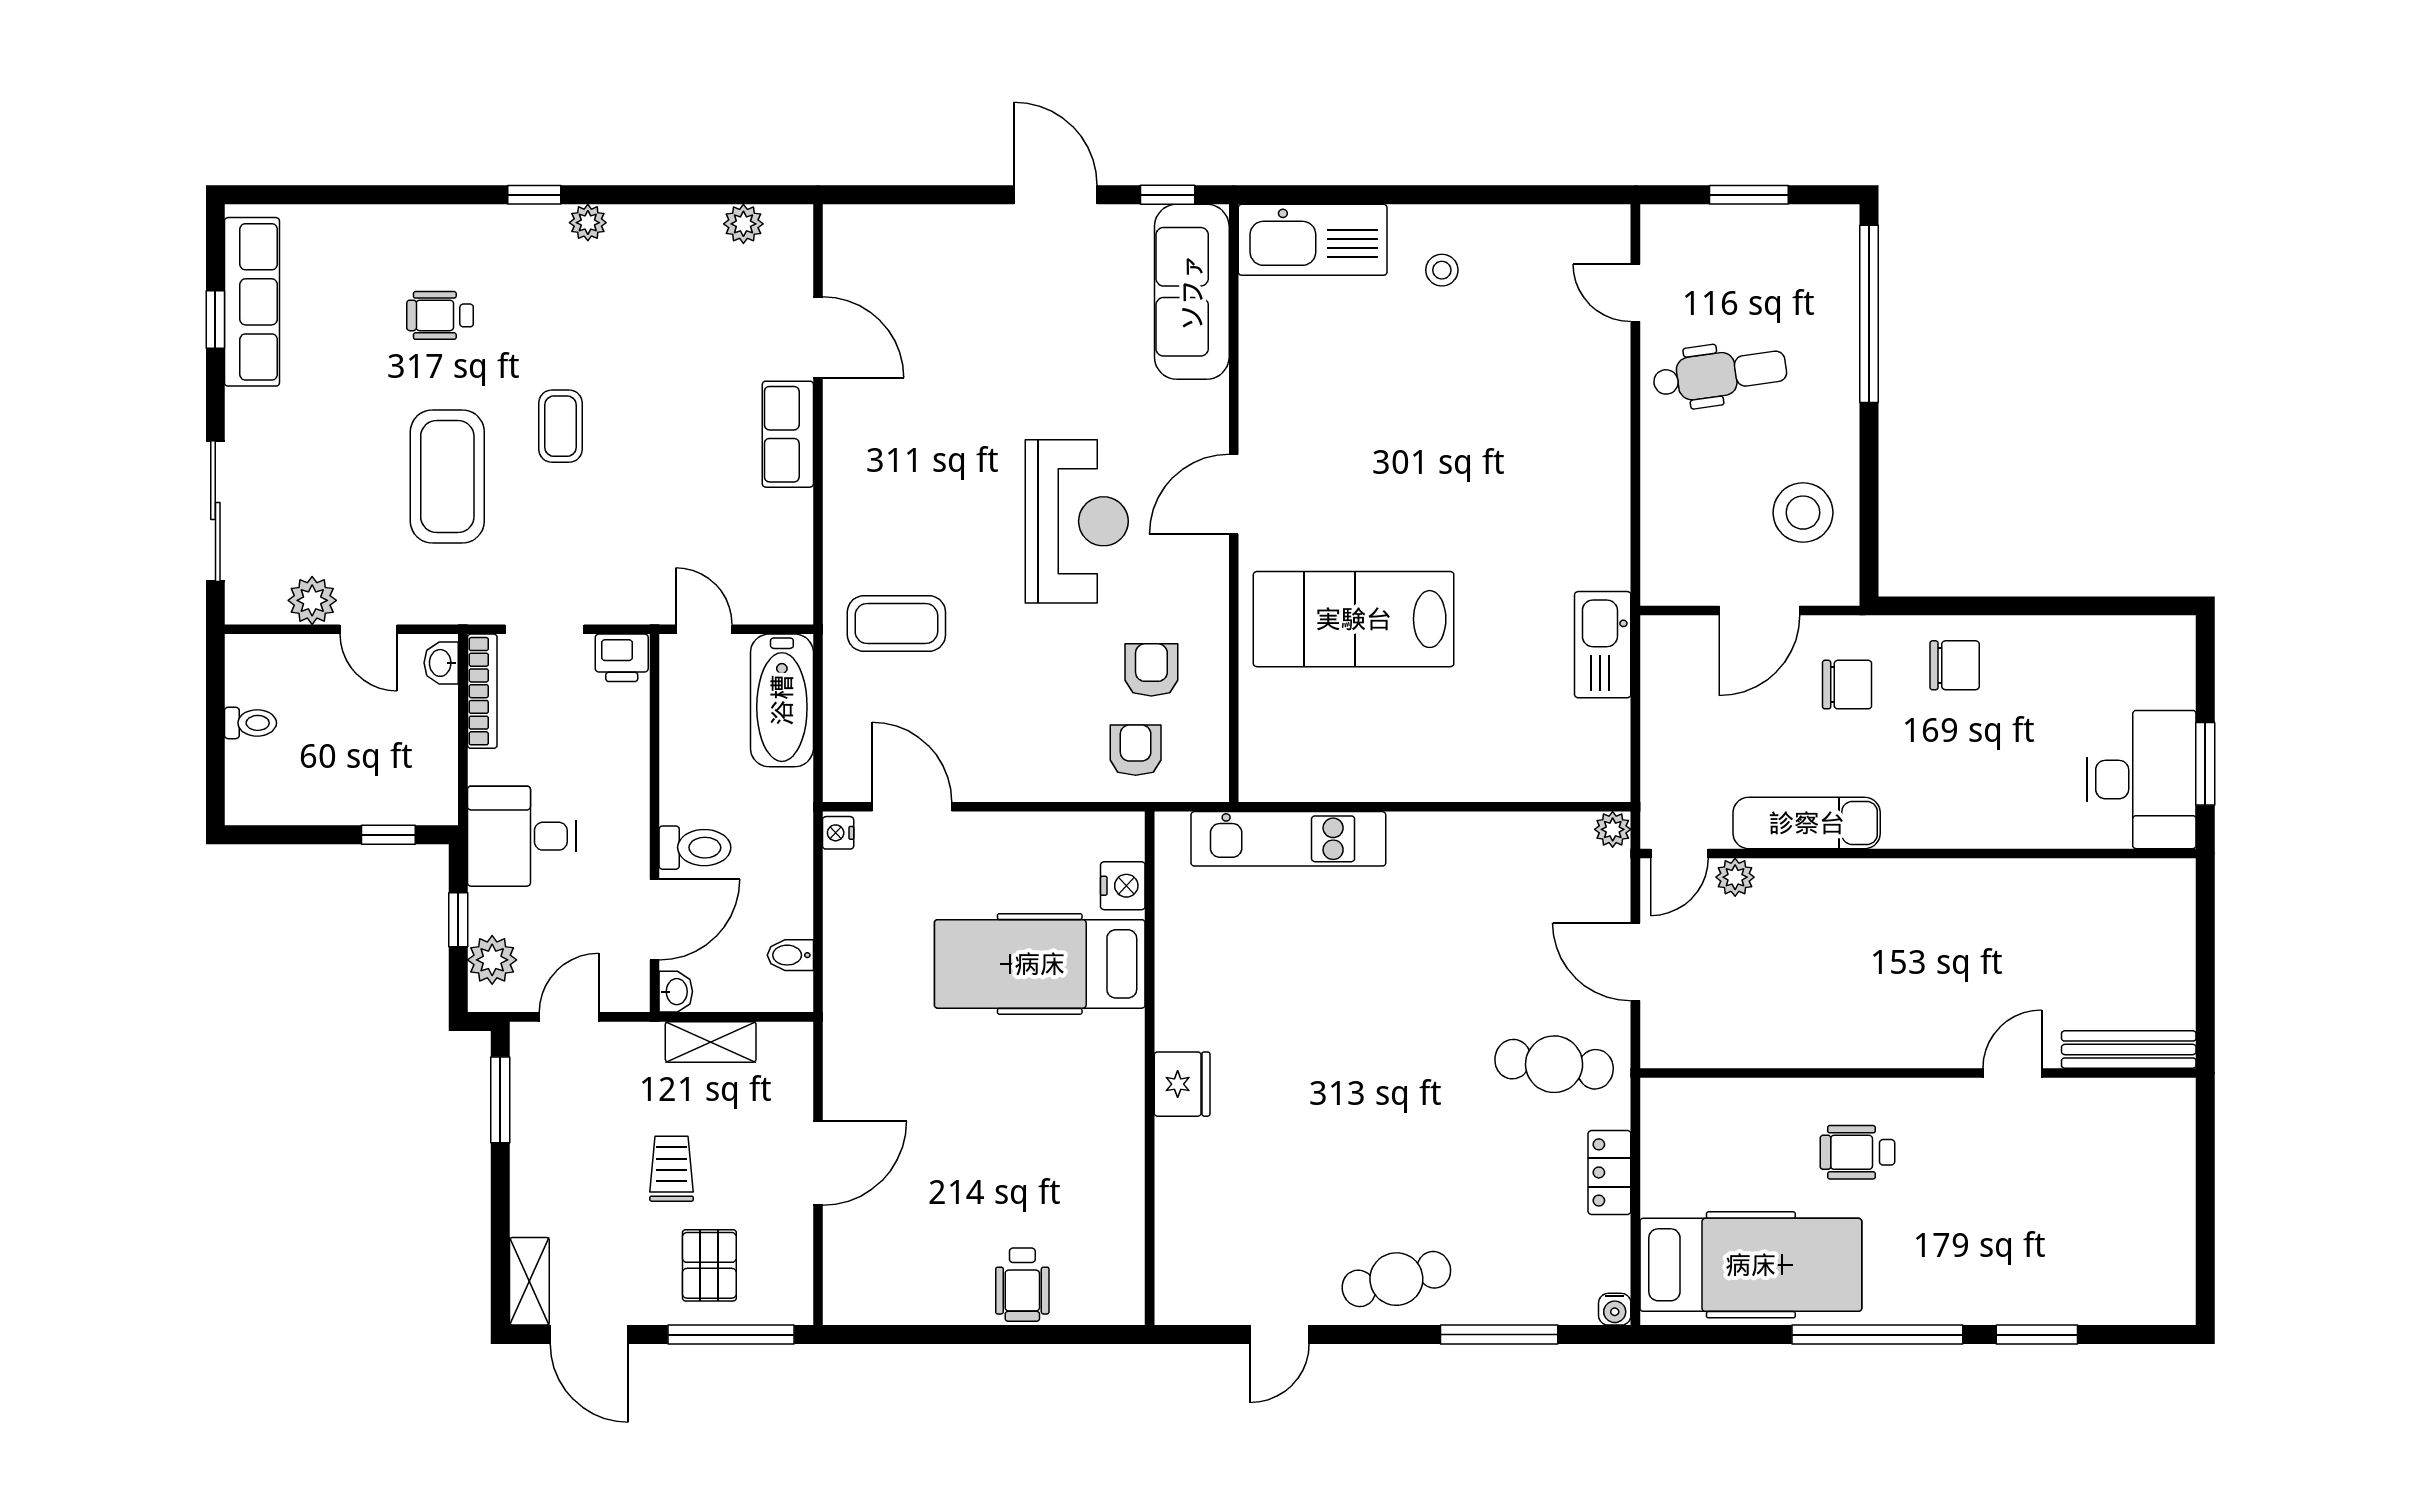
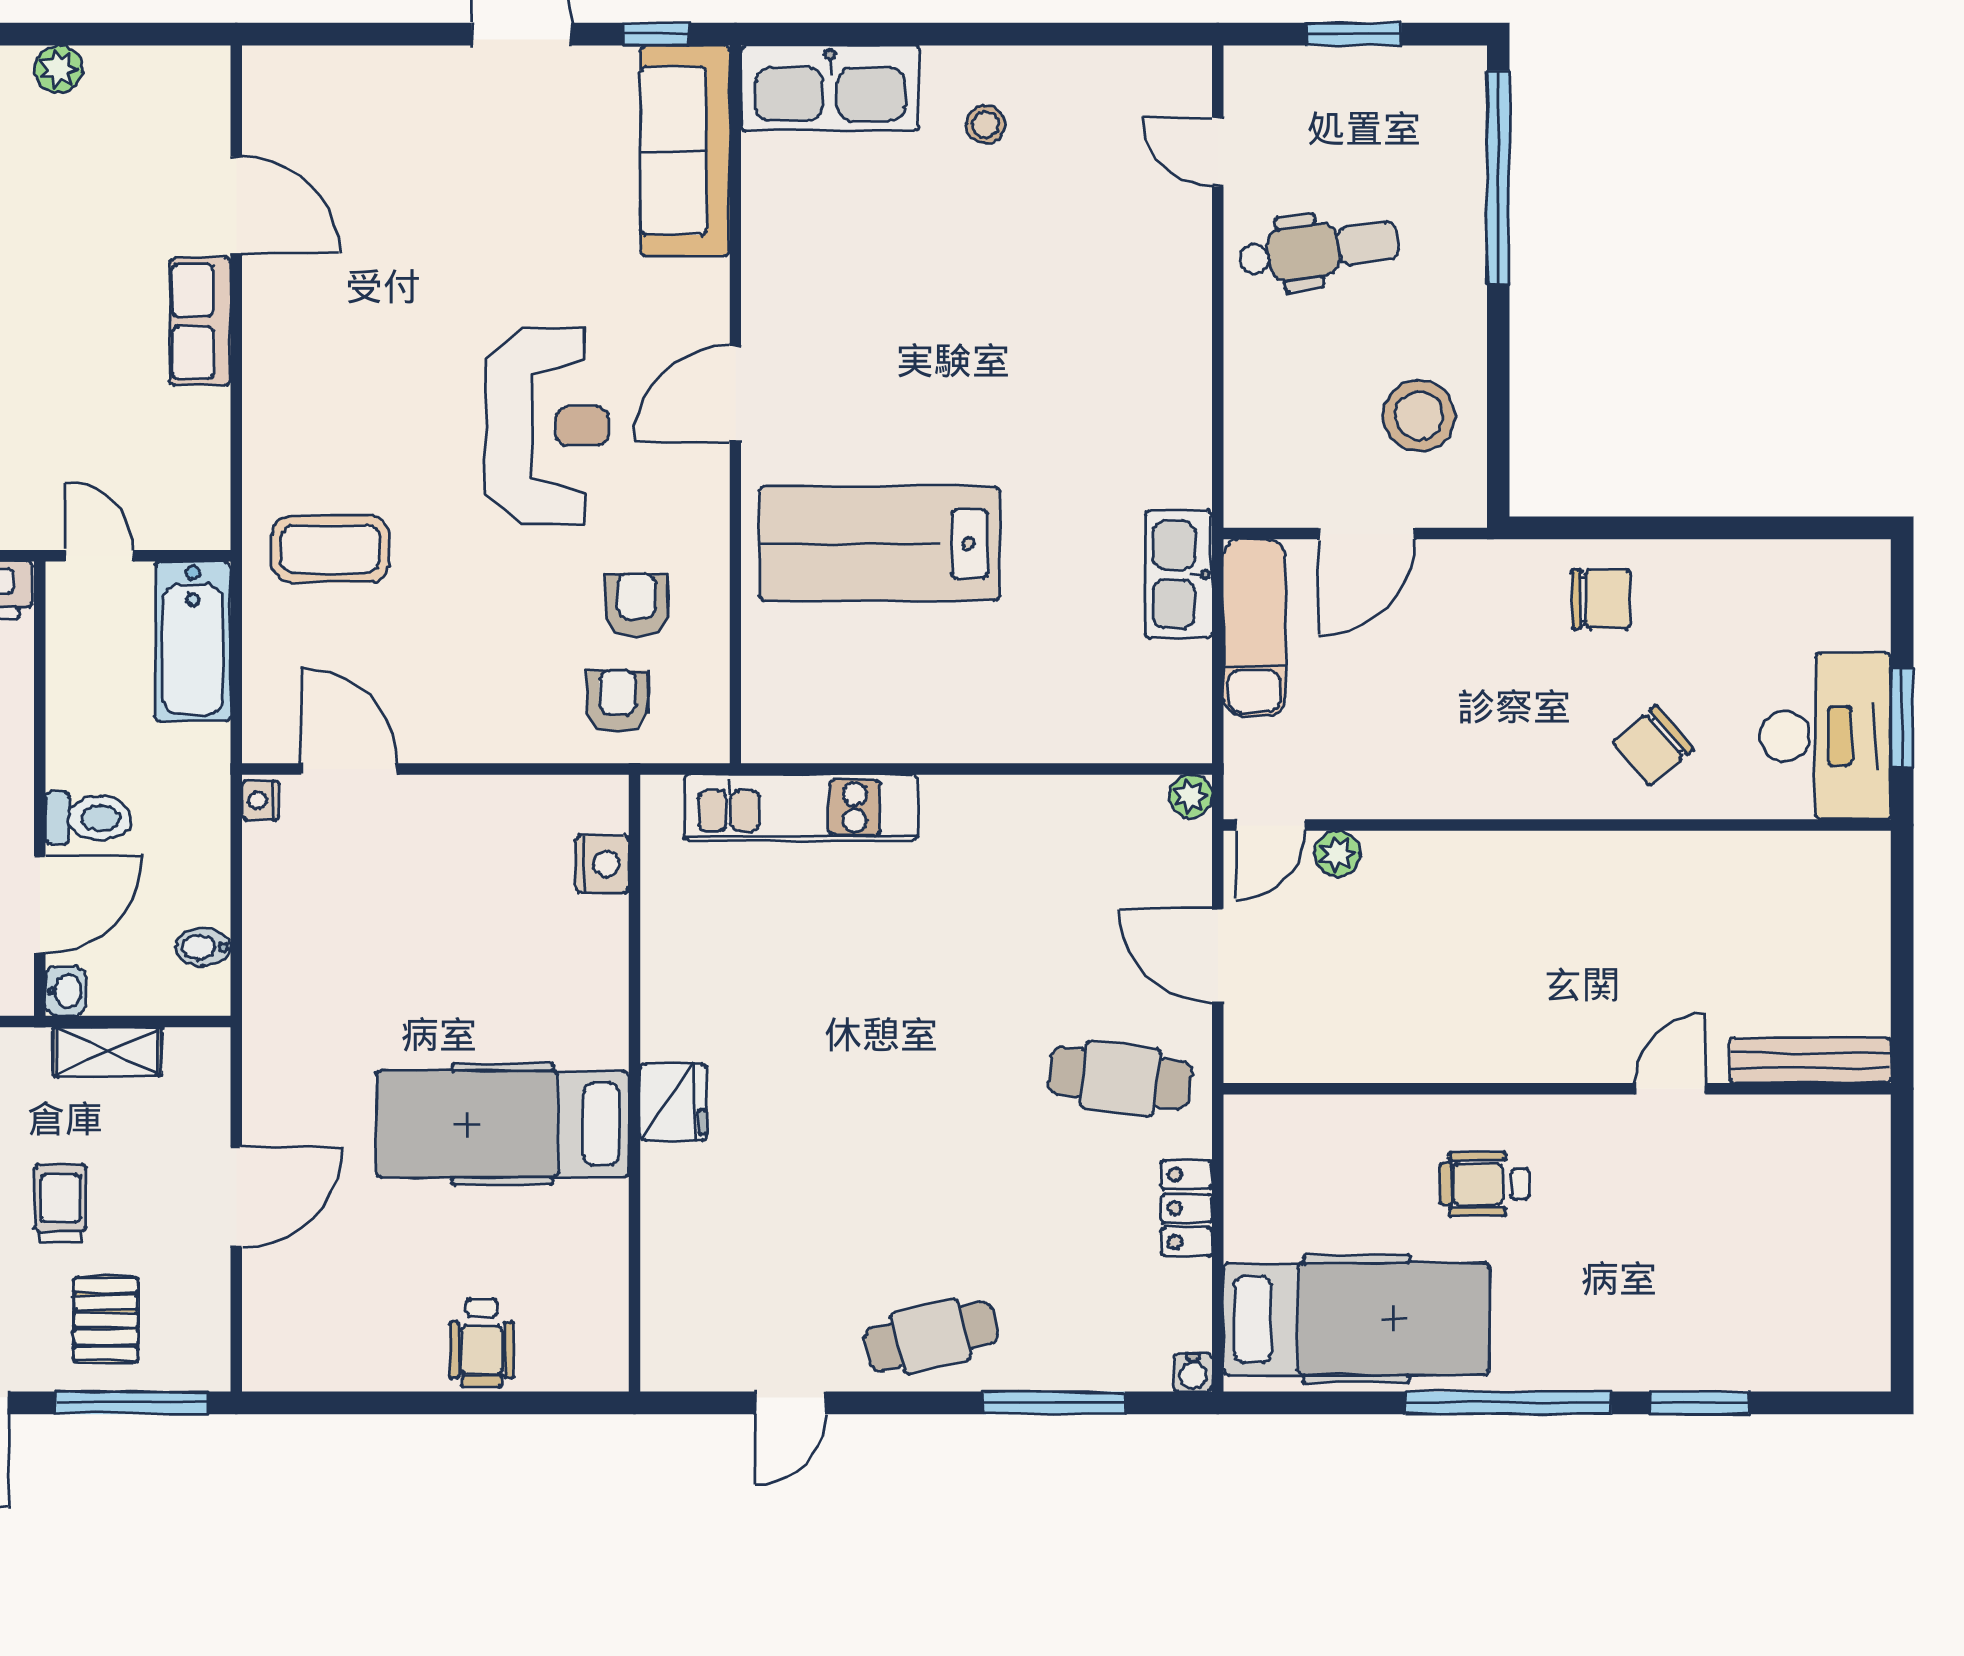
plant: (743, 224) -> (59, 69), moved
chair: (1847, 685) -> (1653, 746), moved, turned 140
exam couch: (1807, 823) -> (1254, 627), moved, turned 90
hospital bed: (1040, 964) -> (503, 1124), moved

